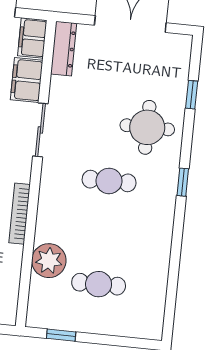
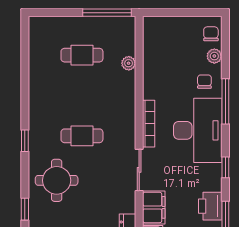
bookcase: (20, 214) -> (149, 124), moved
plant: (49, 261) -> (129, 63), width x0.53, depth x0.53
window: (61, 335) -> (107, 13), width x2.17

